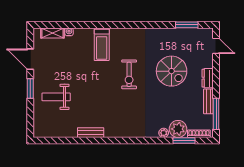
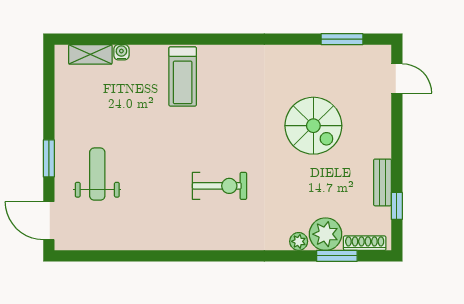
door: (30, 59) -> (49, 221), moved
exercise bike: (129, 74) -> (220, 186), moved, turned -90
dresser: (208, 78) -> (381, 139), removed
weight bench: (56, 97) -> (97, 174), turned 90
window: (216, 114) -> (397, 206), width x0.46
bench: (91, 133) -> (162, 241), removed

